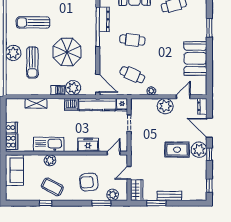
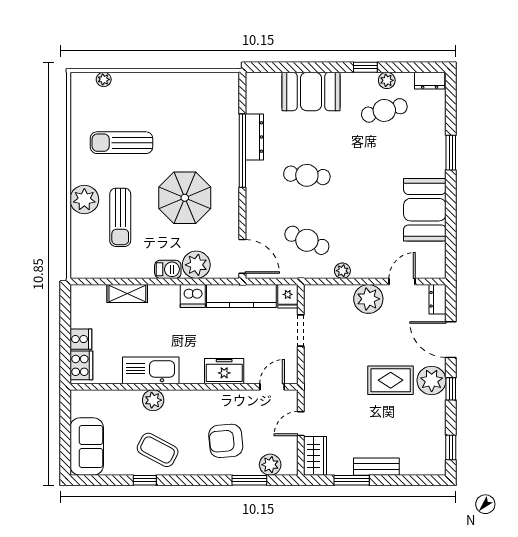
sofa: (14, 170) -> (87, 447), moved

